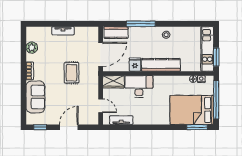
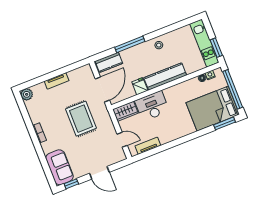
plant: (32, 48) -> (27, 94), moved
rug: (72, 73) -> (81, 119), width x1.36, depth x1.43
sofa: (35, 97) -> (59, 167), moved
door: (69, 127) -> (99, 173), swing flipped

